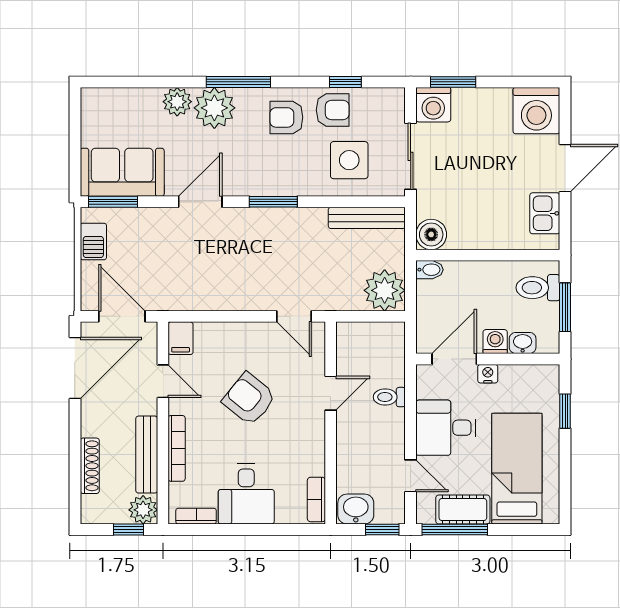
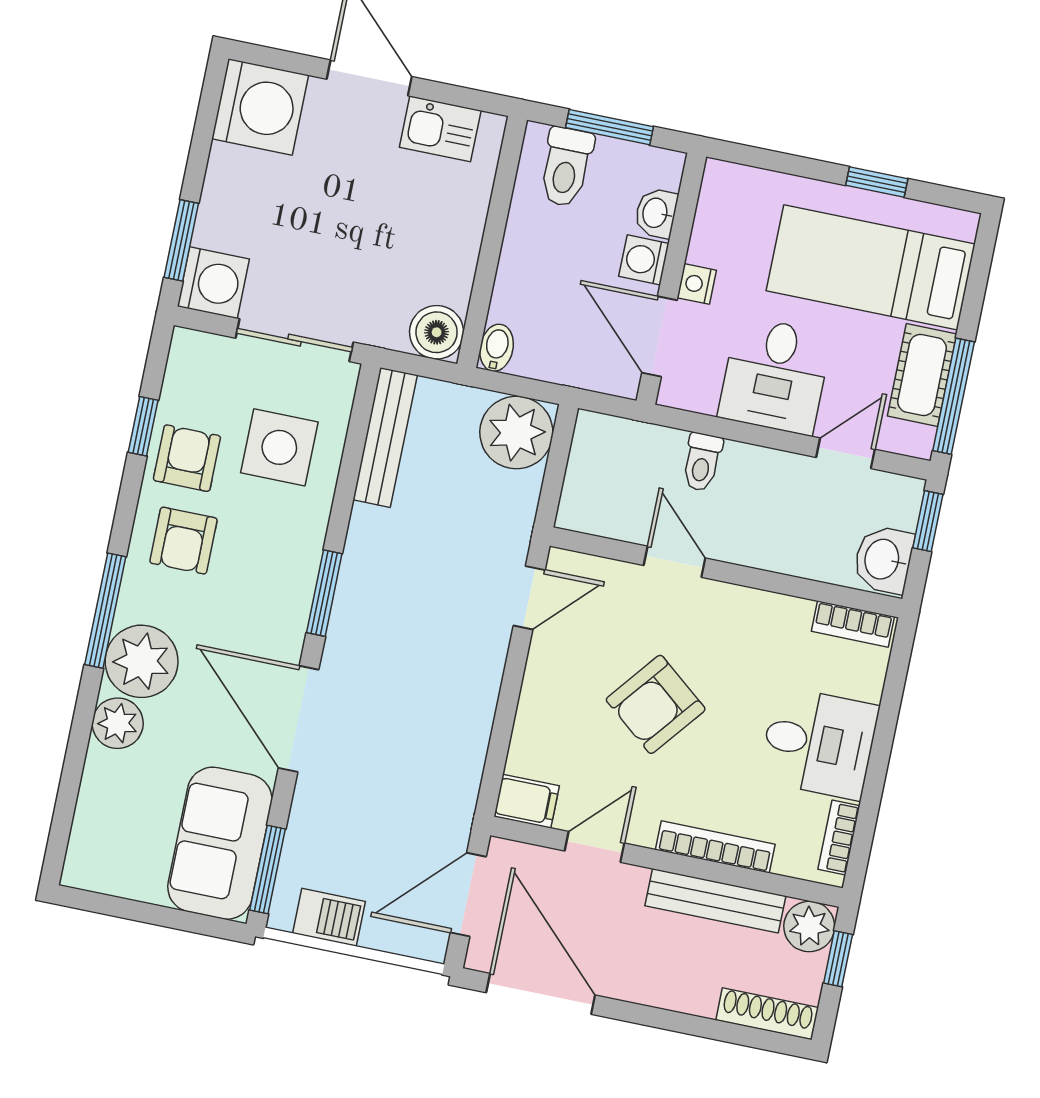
door: (200, 202) -> (298, 719), width x1.36
window: (565, 411) -> (877, 182), moved
shoe rack: (90, 466) -> (767, 1014), moved

